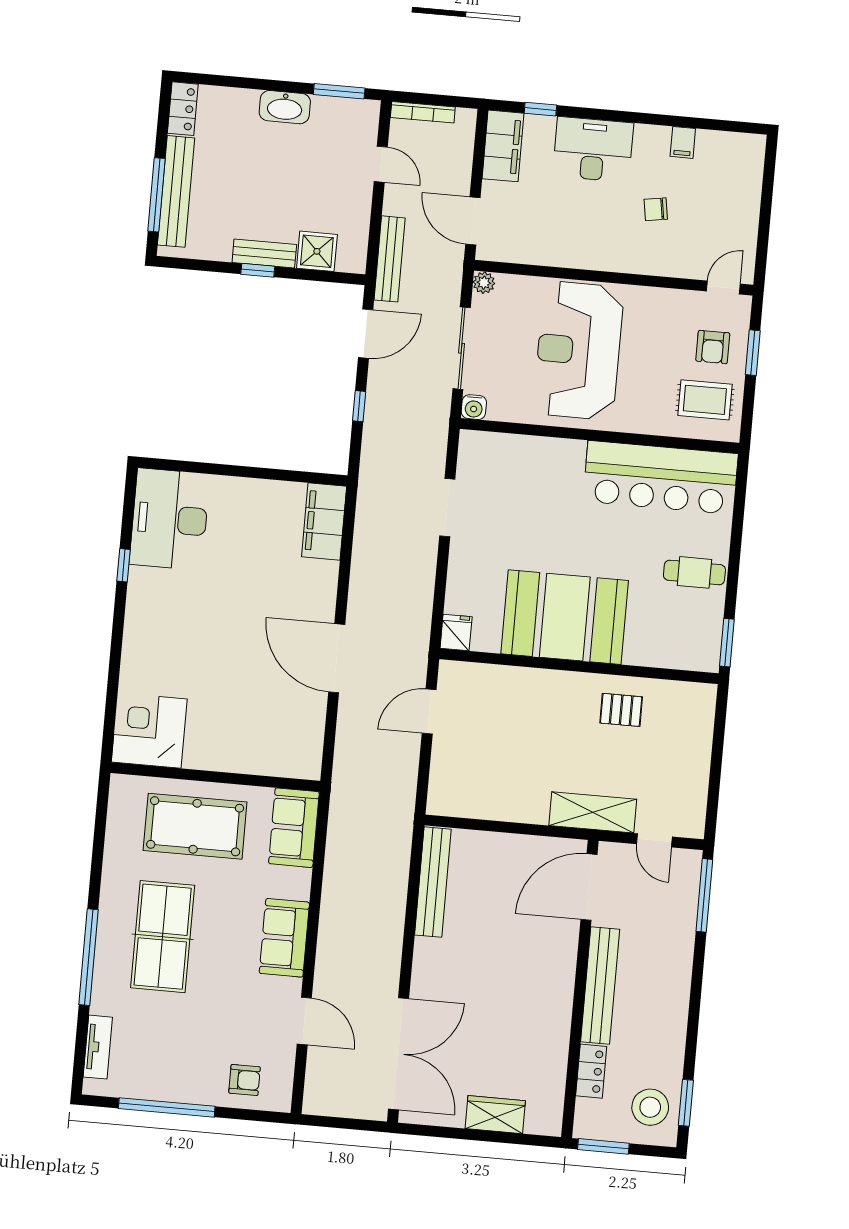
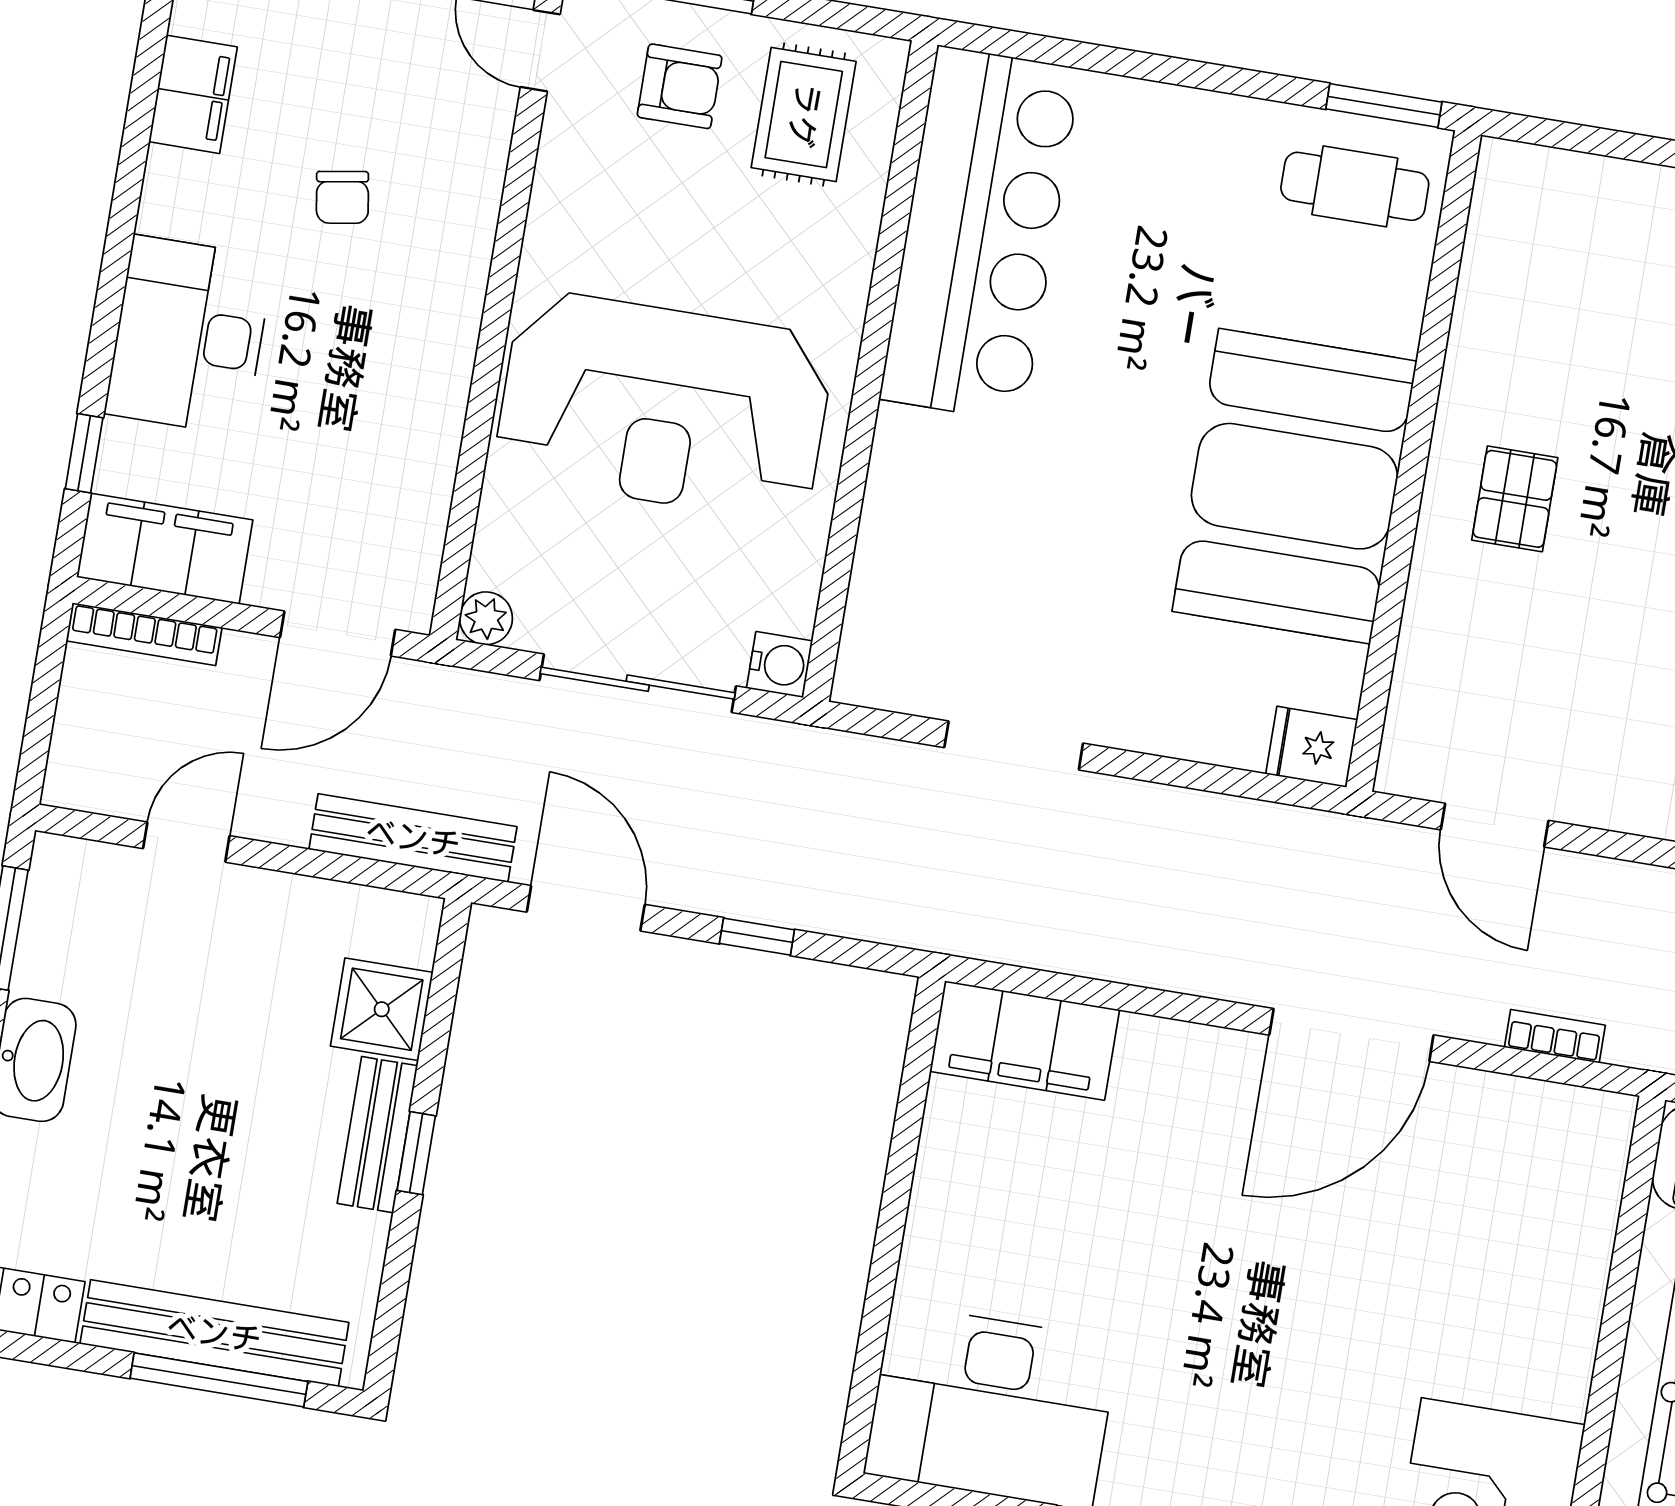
bookcase: (423, 112) -> (144, 634), moved, turned 90
filing cabinet: (683, 142) -> (193, 94), width x2.00
cafe table: (694, 572) -> (1355, 186), moved, turned 90
pallet: (621, 710) -> (1515, 499), moved
bookcase: (343, 743) -> (1555, 1036), added

